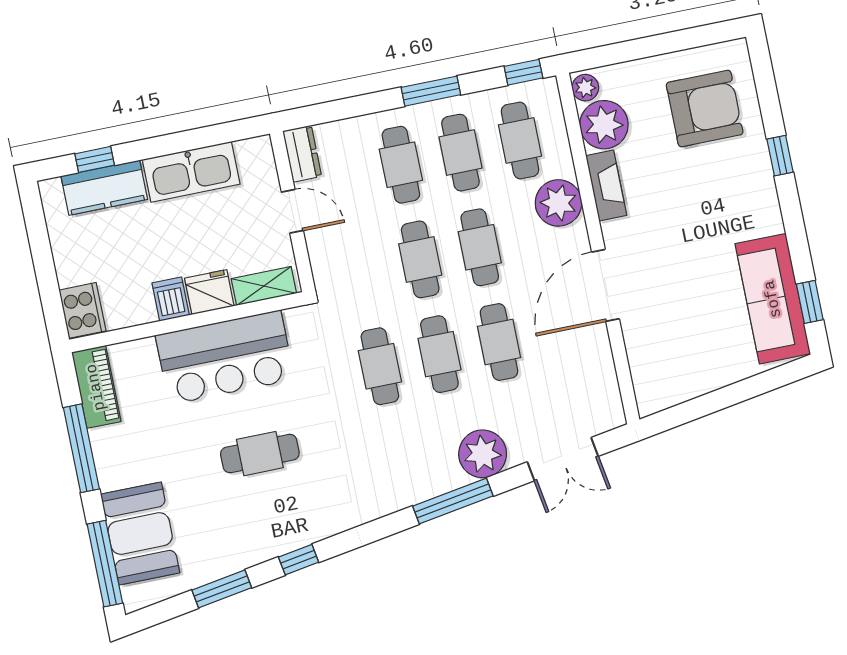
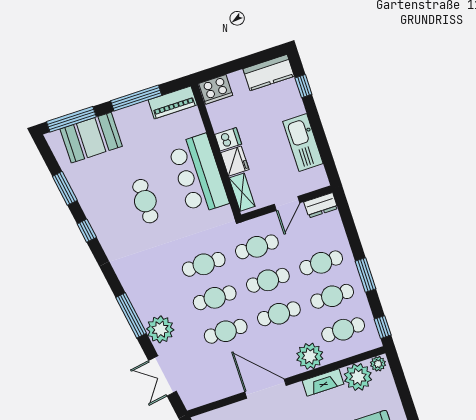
kitchen counter: (104, 188) -> (269, 73), moved, turned -90
cafe table: (361, 272) -> (257, 247), added

